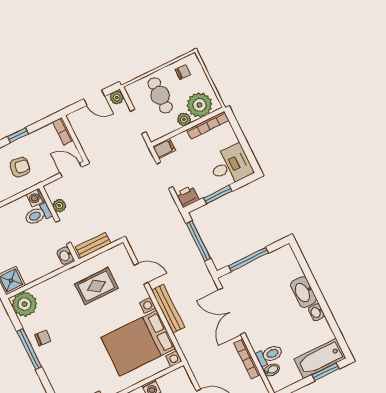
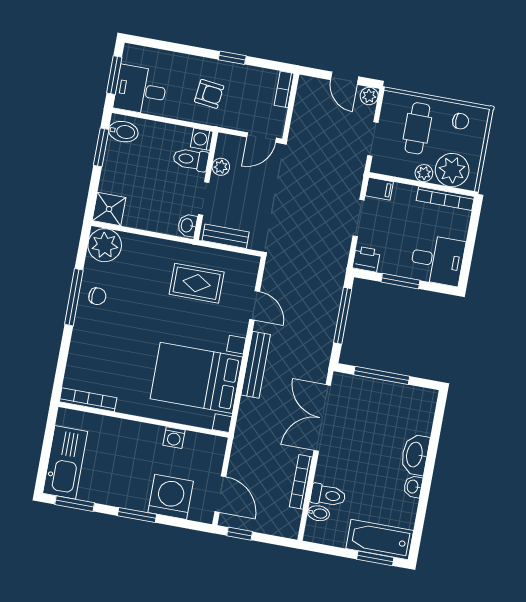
door: (71, 170) -> (262, 137), swing flipped

